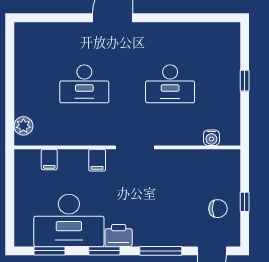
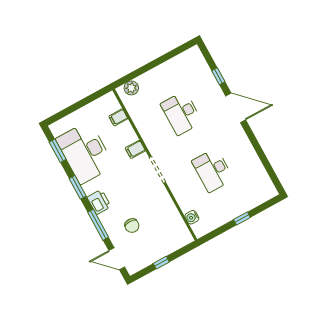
window: (65, 18) -> (218, 76), added
chair: (218, 209) -> (132, 226), moved
printer: (119, 235) -> (99, 202), moved

